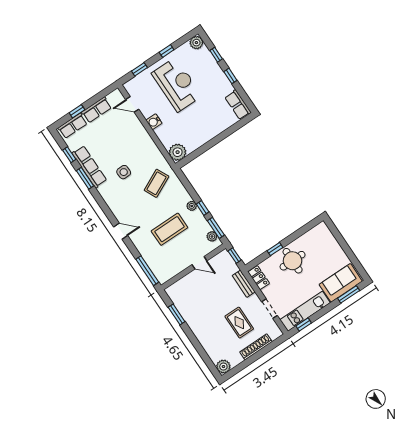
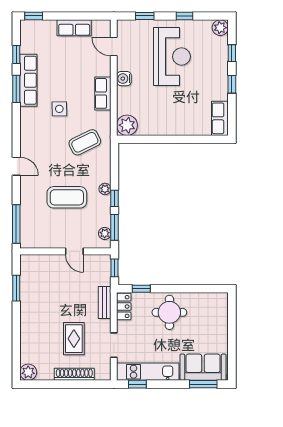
window: (77, 111) -> (34, 16), moved
row of seats: (73, 126) -> (103, 93), moved, turned 90
window: (275, 249) -> (141, 289), moved

